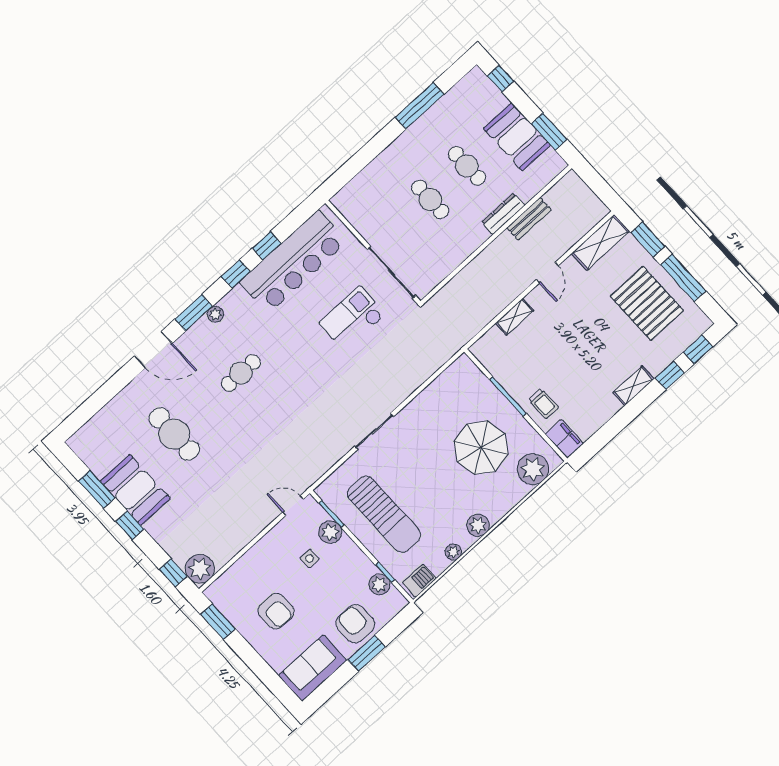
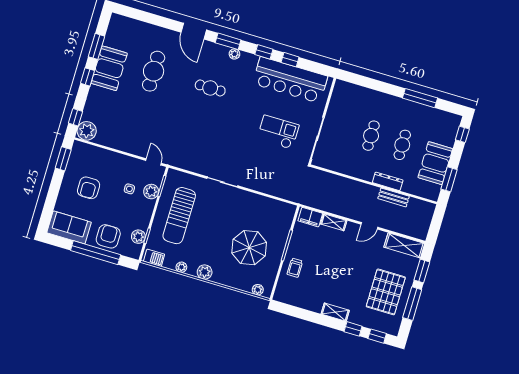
filing cabinet: (564, 439) -> (310, 217), moved, turned 90
plant: (533, 469) -> (258, 290), width x0.53, depth x0.53
window: (367, 653) -> (96, 253), width x2.11

